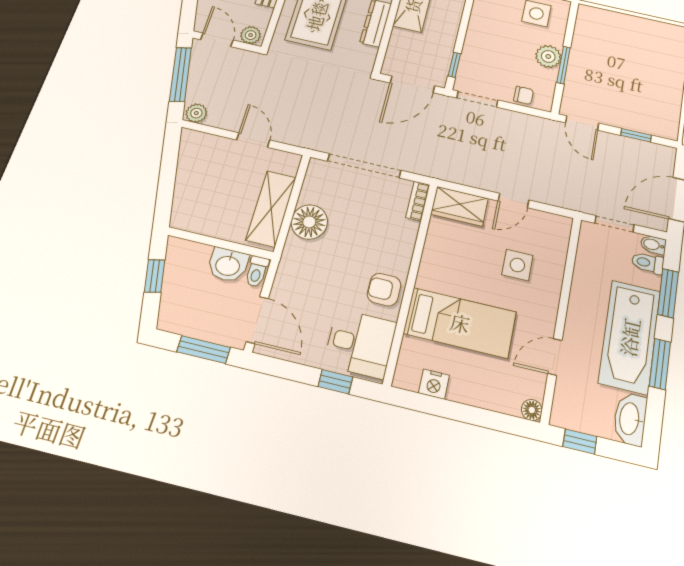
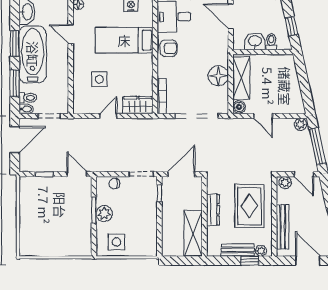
boiler: (289, 163) -> (239, 107), added
bookcase: (418, 201) -> (162, 96), width x1.56
toilet: (257, 271) -> (271, 42), moved
door: (555, 357) -> (71, 34), swing flipped

